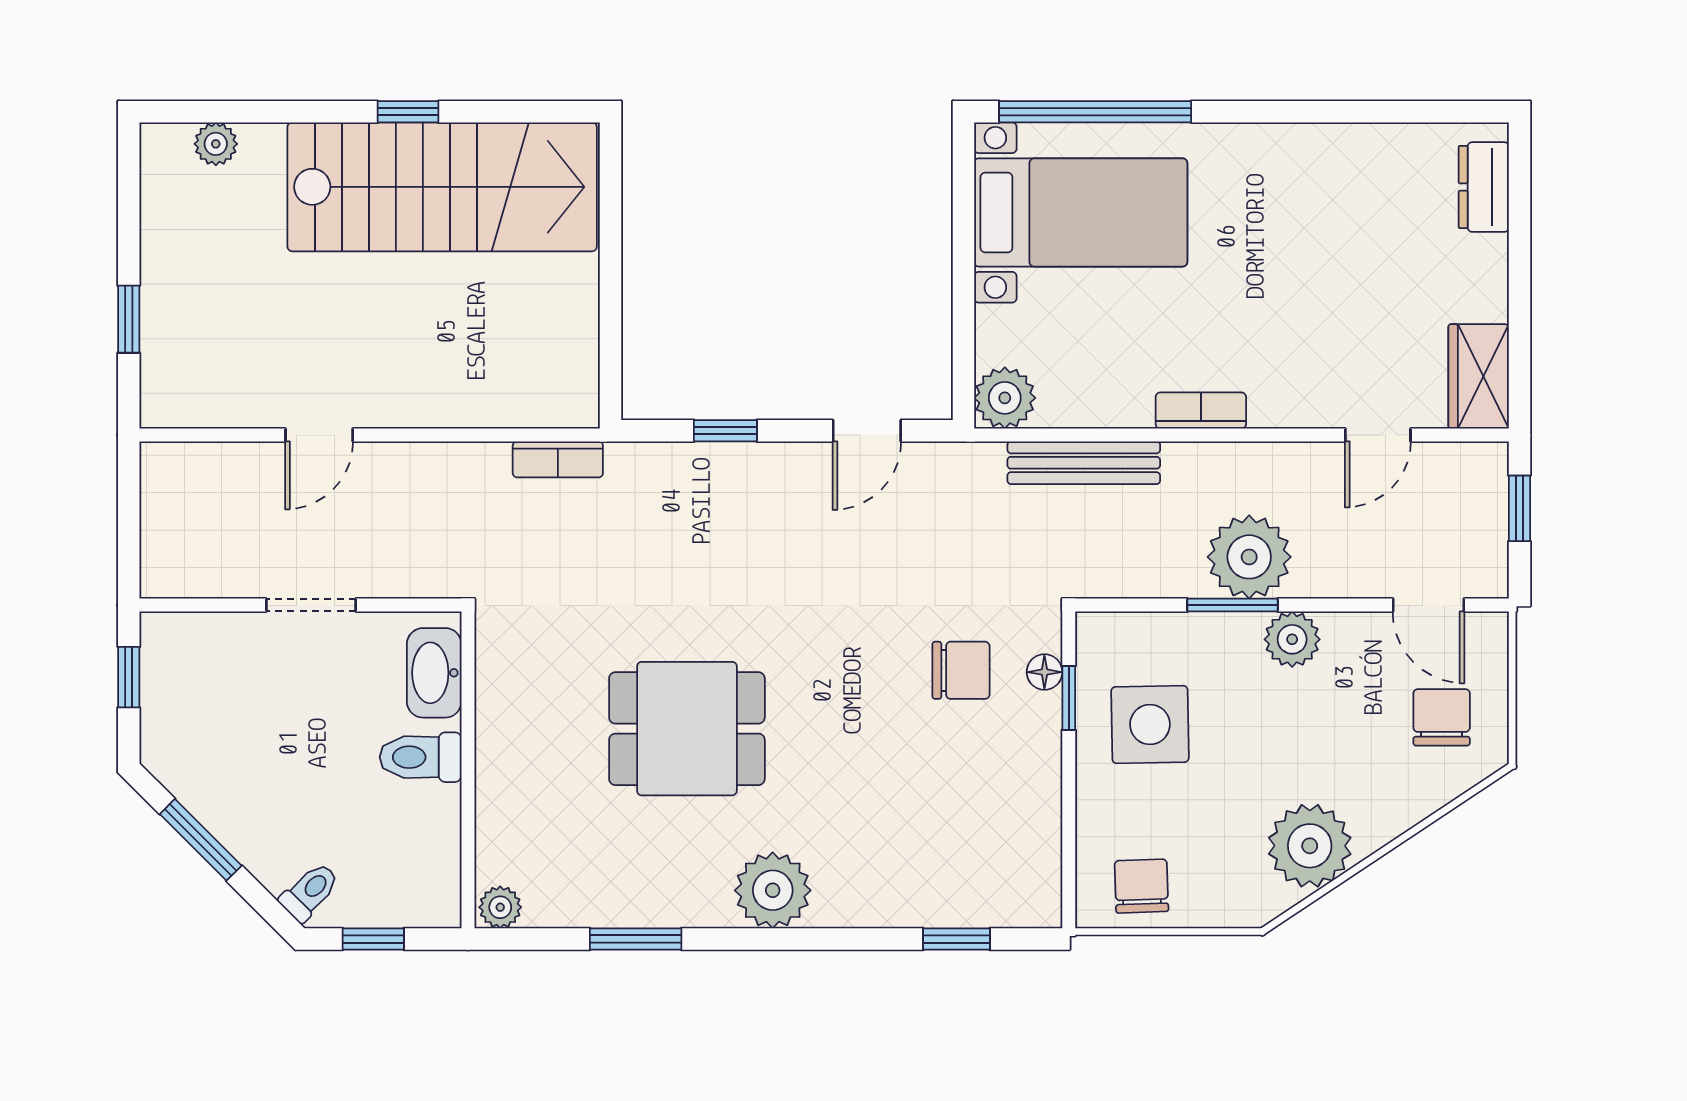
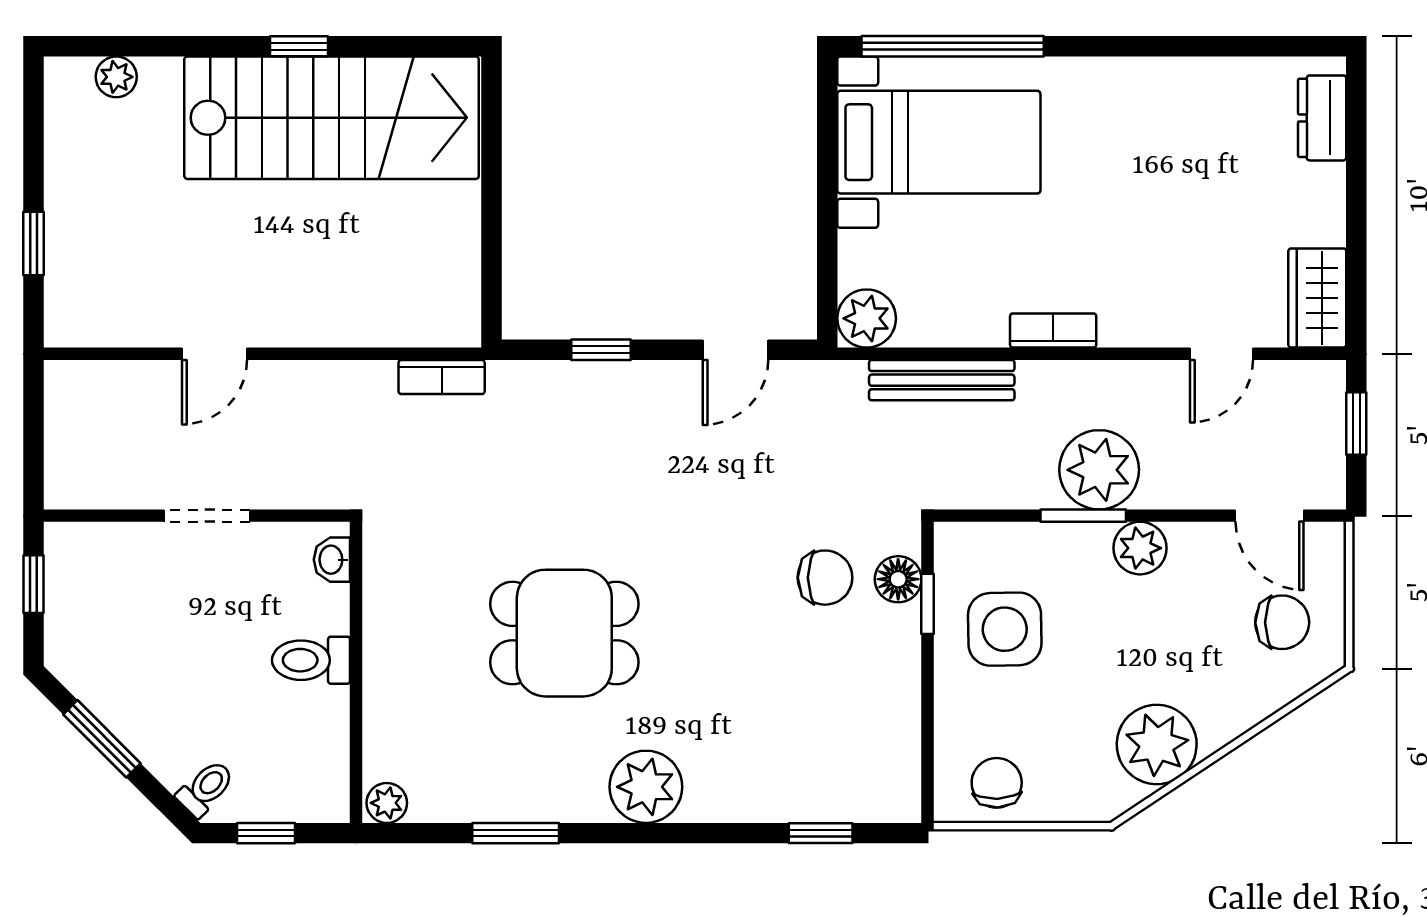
floor lamp: (1044, 672) -> (898, 579), width x1.37, depth x1.37
washbasin: (434, 673) -> (332, 560), width x0.52, depth x0.69
chair: (1442, 717) -> (1282, 622), turned 90

